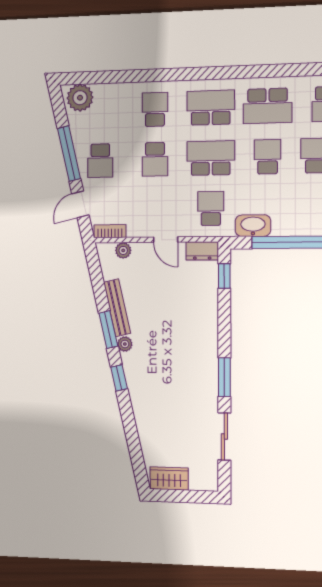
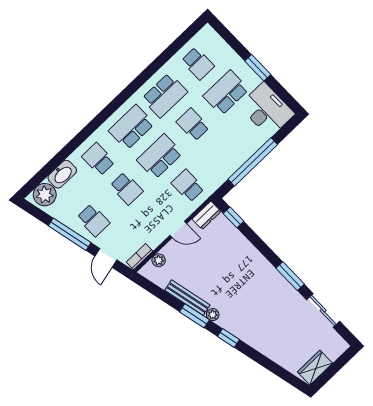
washbasin: (253, 226) -> (62, 174), moved, turned 180

